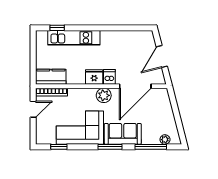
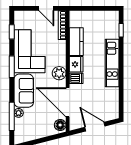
kitchen unit: (74, 38) -> (112, 63), moved
kitchen counter: (51, 77) -> (76, 42), moved
floor lamp: (160, 94) -> (60, 125), added
plant: (165, 140) -> (19, 113), moved
window: (110, 147) -> (12, 67), moved

